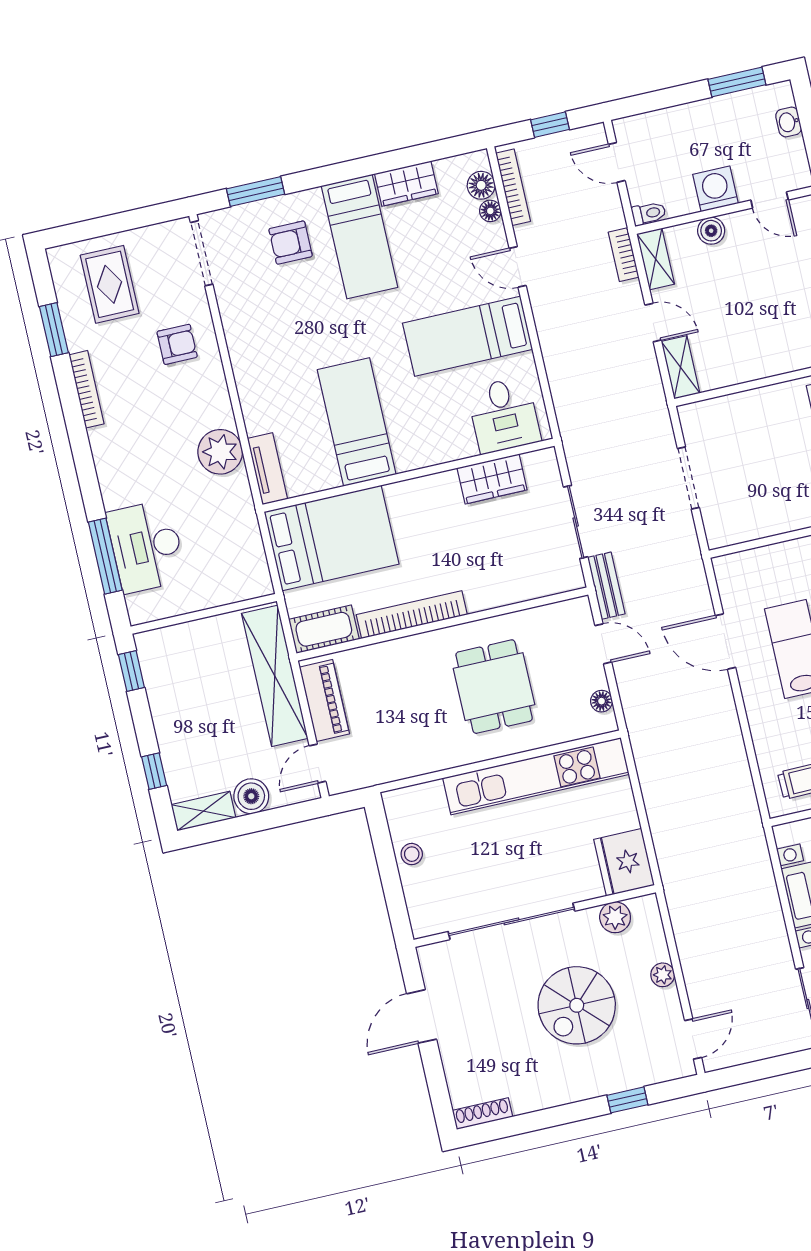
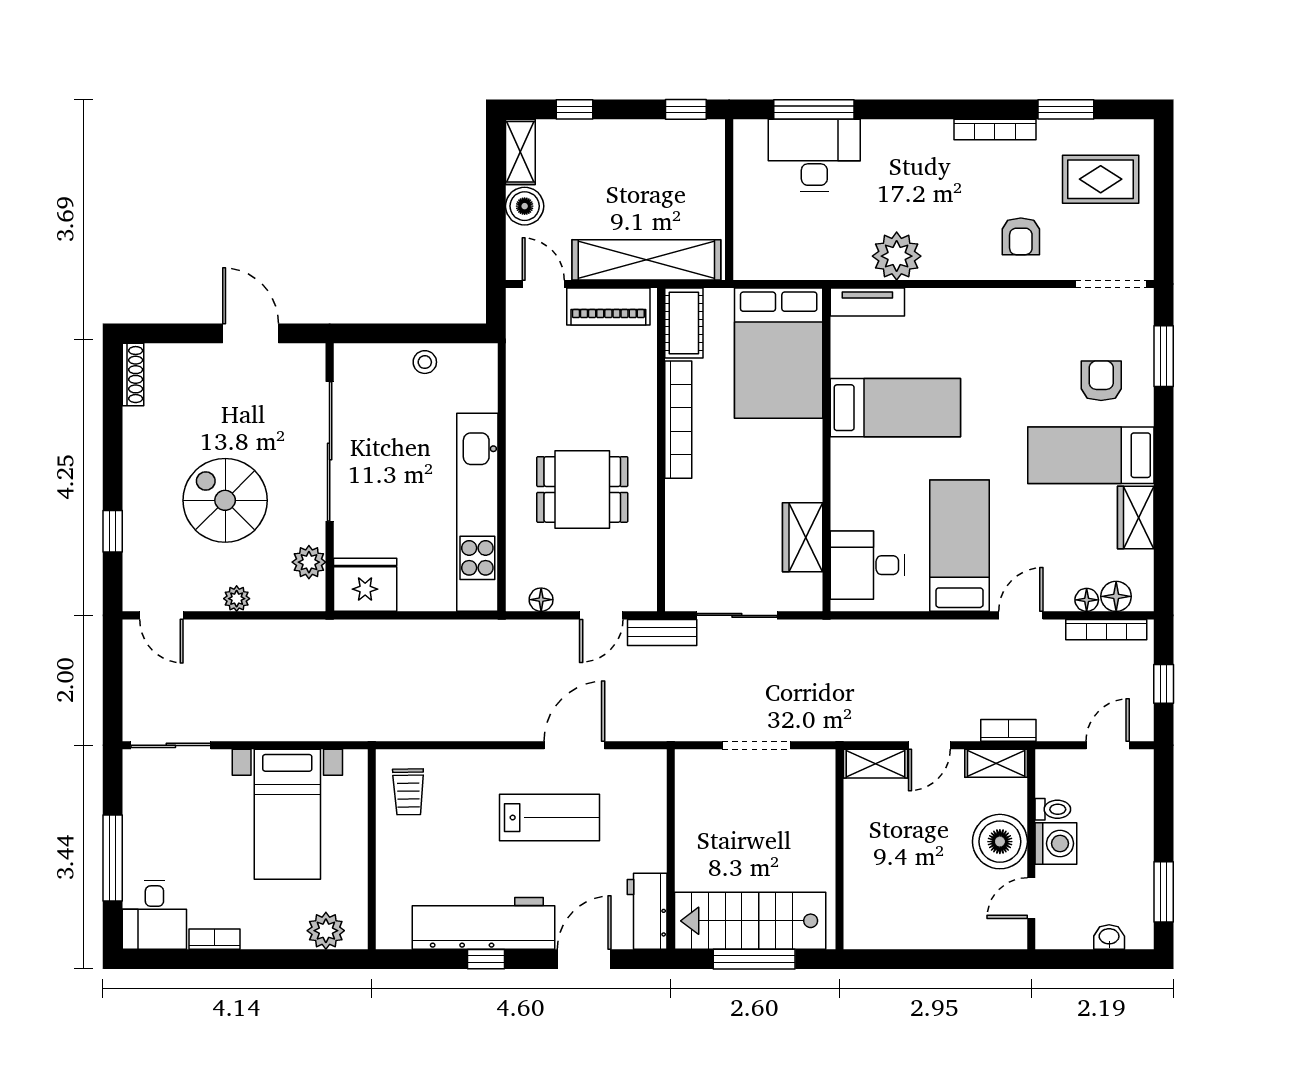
toilet: (649, 213) -> (1053, 809), moved, turned -90
boiler: (711, 231) -> (1000, 842), width x1.86, depth x1.86

